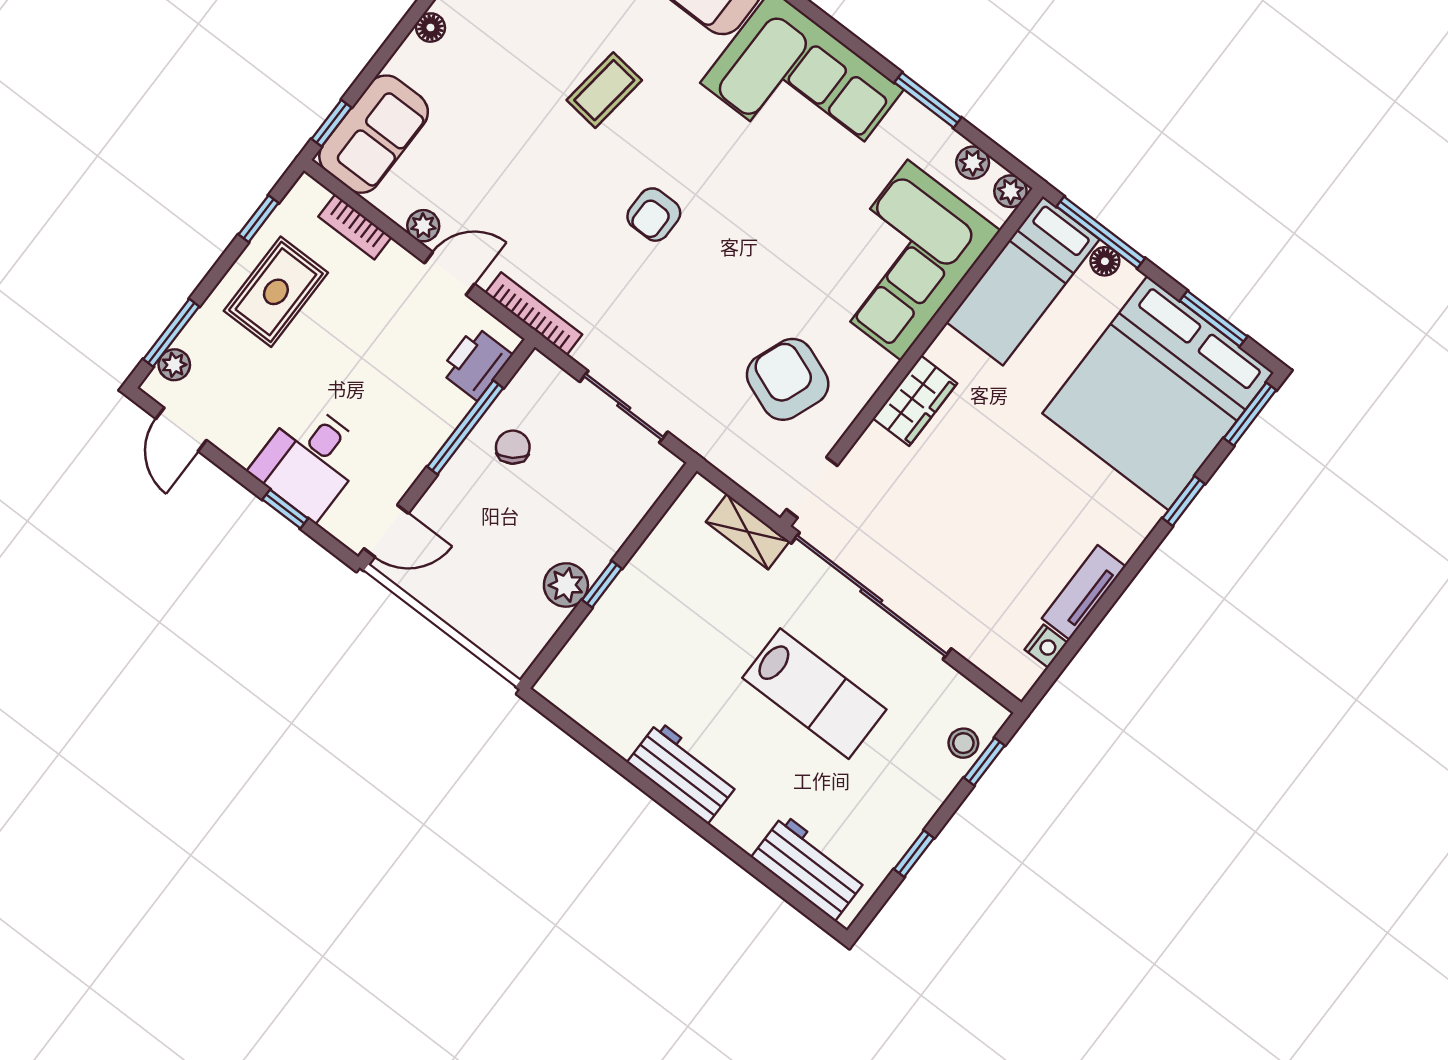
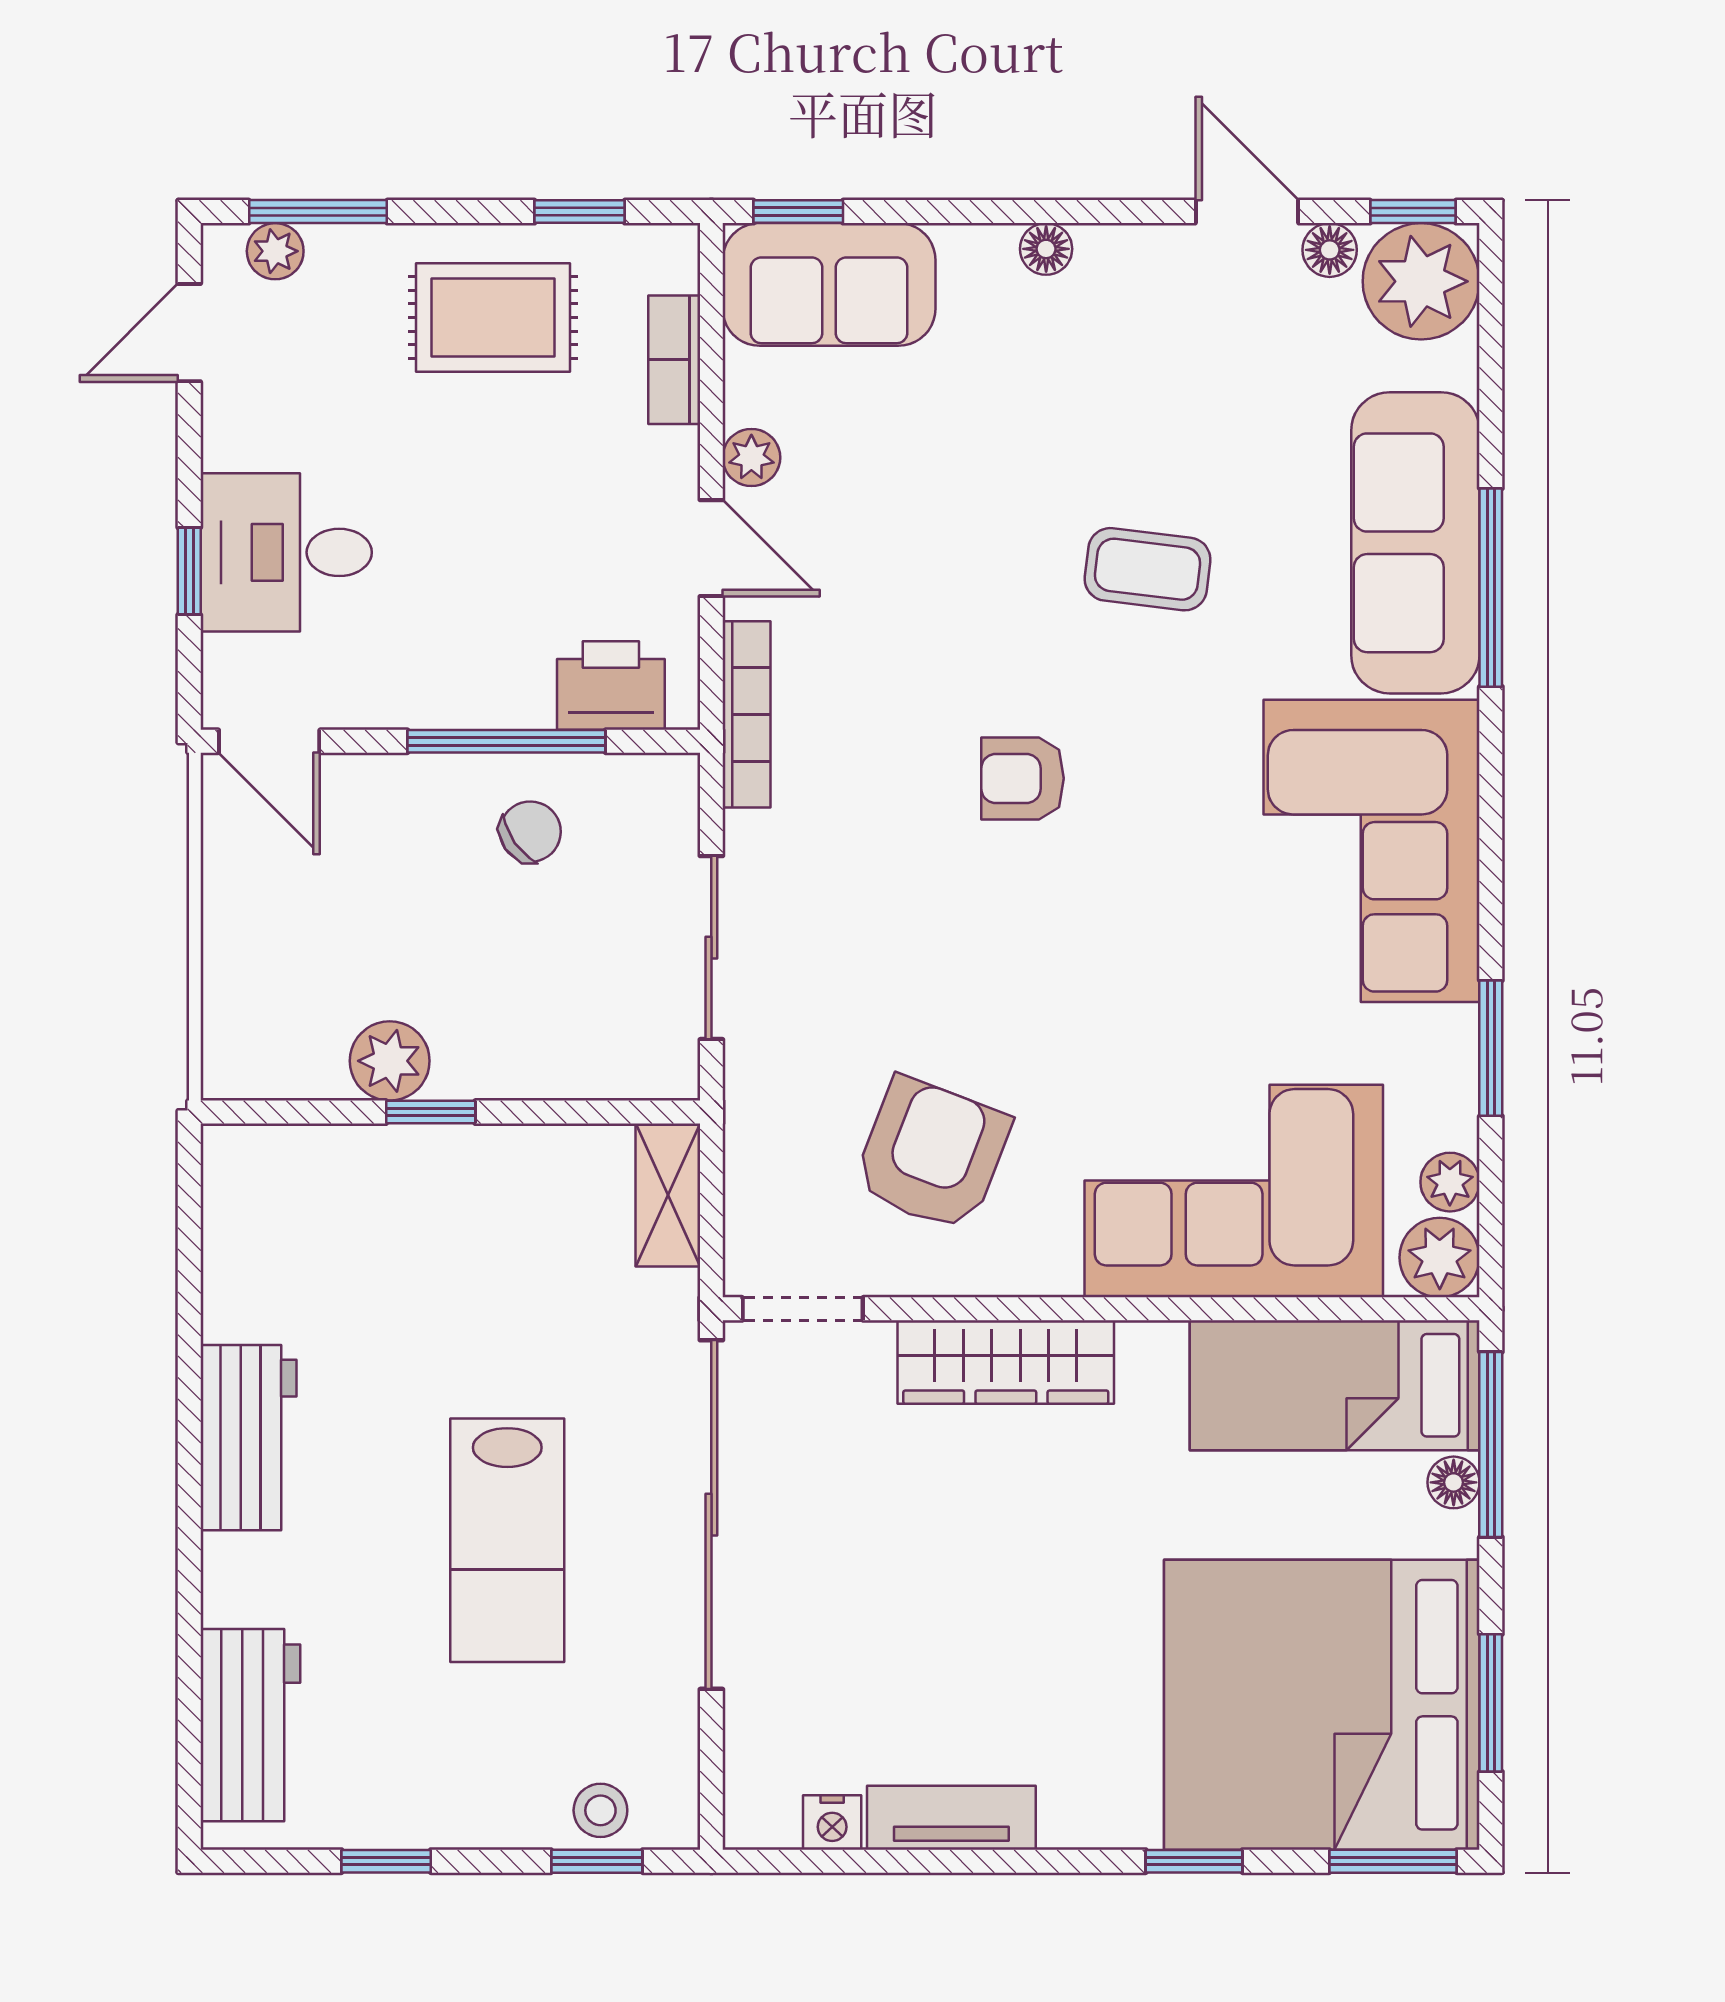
plant: (1010, 191) -> (1440, 1258), width x1.38, depth x1.38
wardrobe: (915, 401) -> (1006, 1362), width x1.50
shelving: (748, 532) -> (668, 1195), moved

